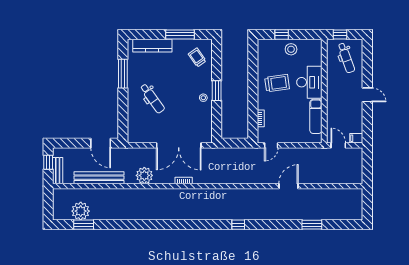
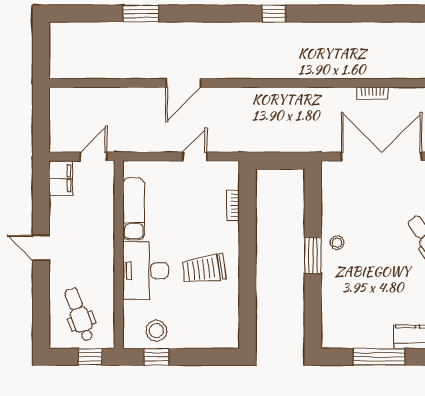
window: (282, 34) -> (156, 357), moved
stool: (291, 49) -> (156, 331), moved
trolley: (197, 57) -> (348, 315), removed
filing cabinet: (356, 138) -> (61, 178), width x2.00
door: (271, 145) -> (195, 157), moved
door: (338, 145) -> (93, 157), swing flipped

